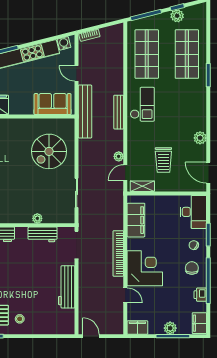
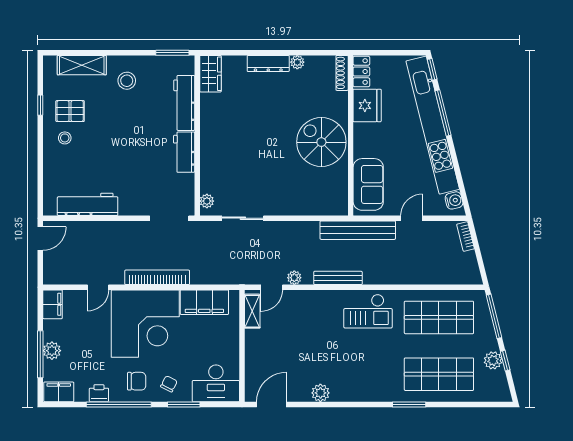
bench: (119, 112) -> (338, 278), moved
spiral stairs: (49, 151) -> (321, 142), moved
trolley: (163, 160) -> (289, 341), removed
door: (125, 172) -> (272, 287), swing flipped
plant: (37, 218) -> (207, 201), moved
workbench: (43, 234) -> (184, 152), moved
corner desk: (145, 268) -> (145, 324), width x1.36, depth x1.36
workbench: (67, 287) -> (88, 204), moved

